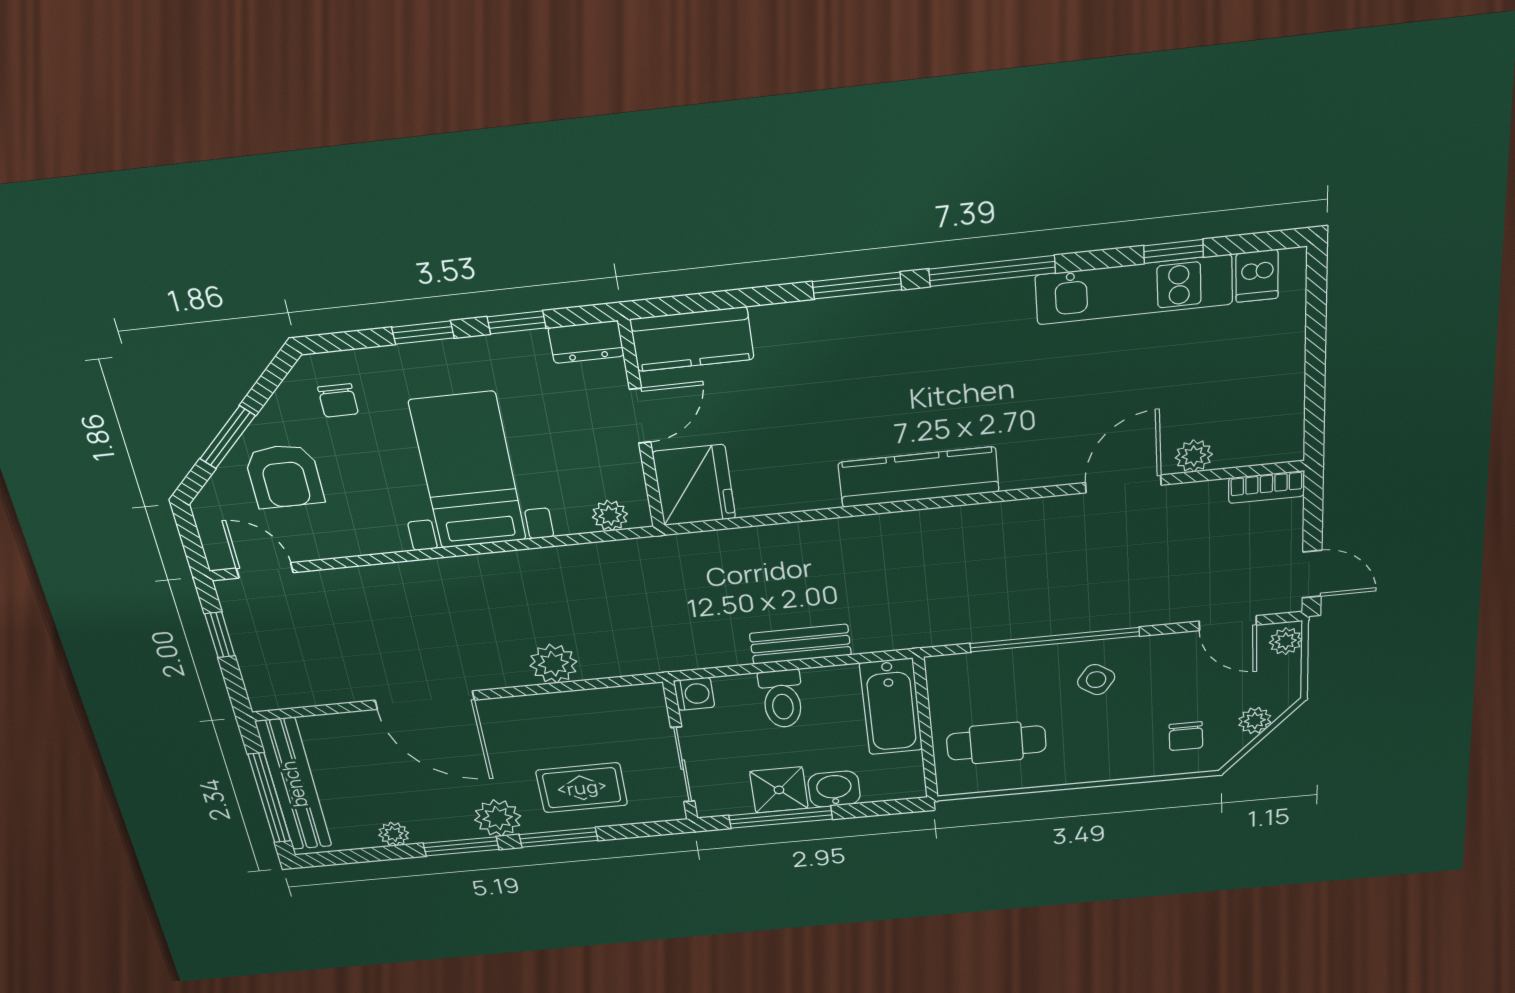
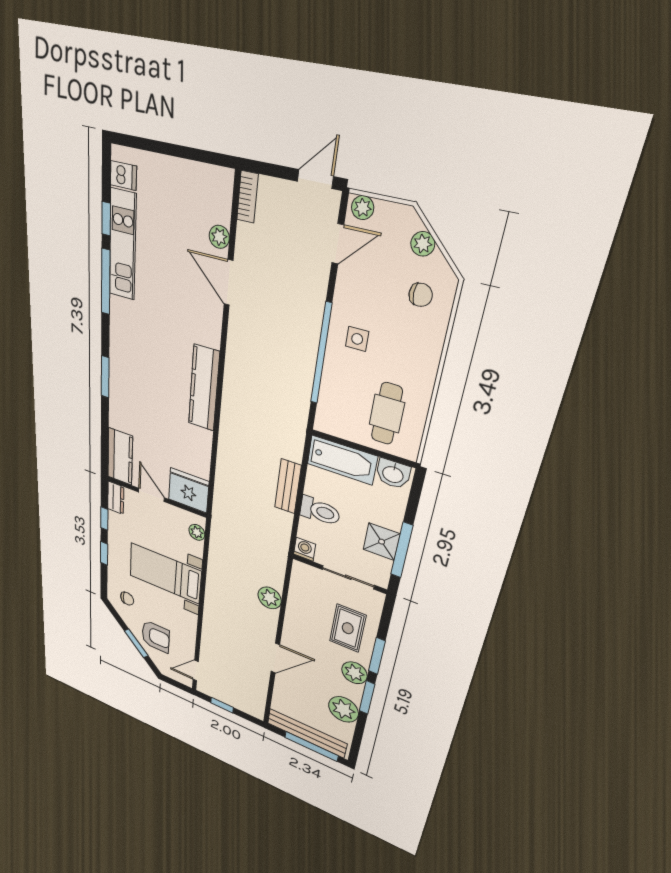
window: (992, 271) -> (106, 282), moved
side table: (1096, 680) -> (357, 339), turned -35
door: (425, 700) -> (275, 658), width x0.73
washbasin: (834, 789) -> (393, 474), moved, turned -90
plant: (394, 834) -> (343, 709), width x1.88, depth x1.88

